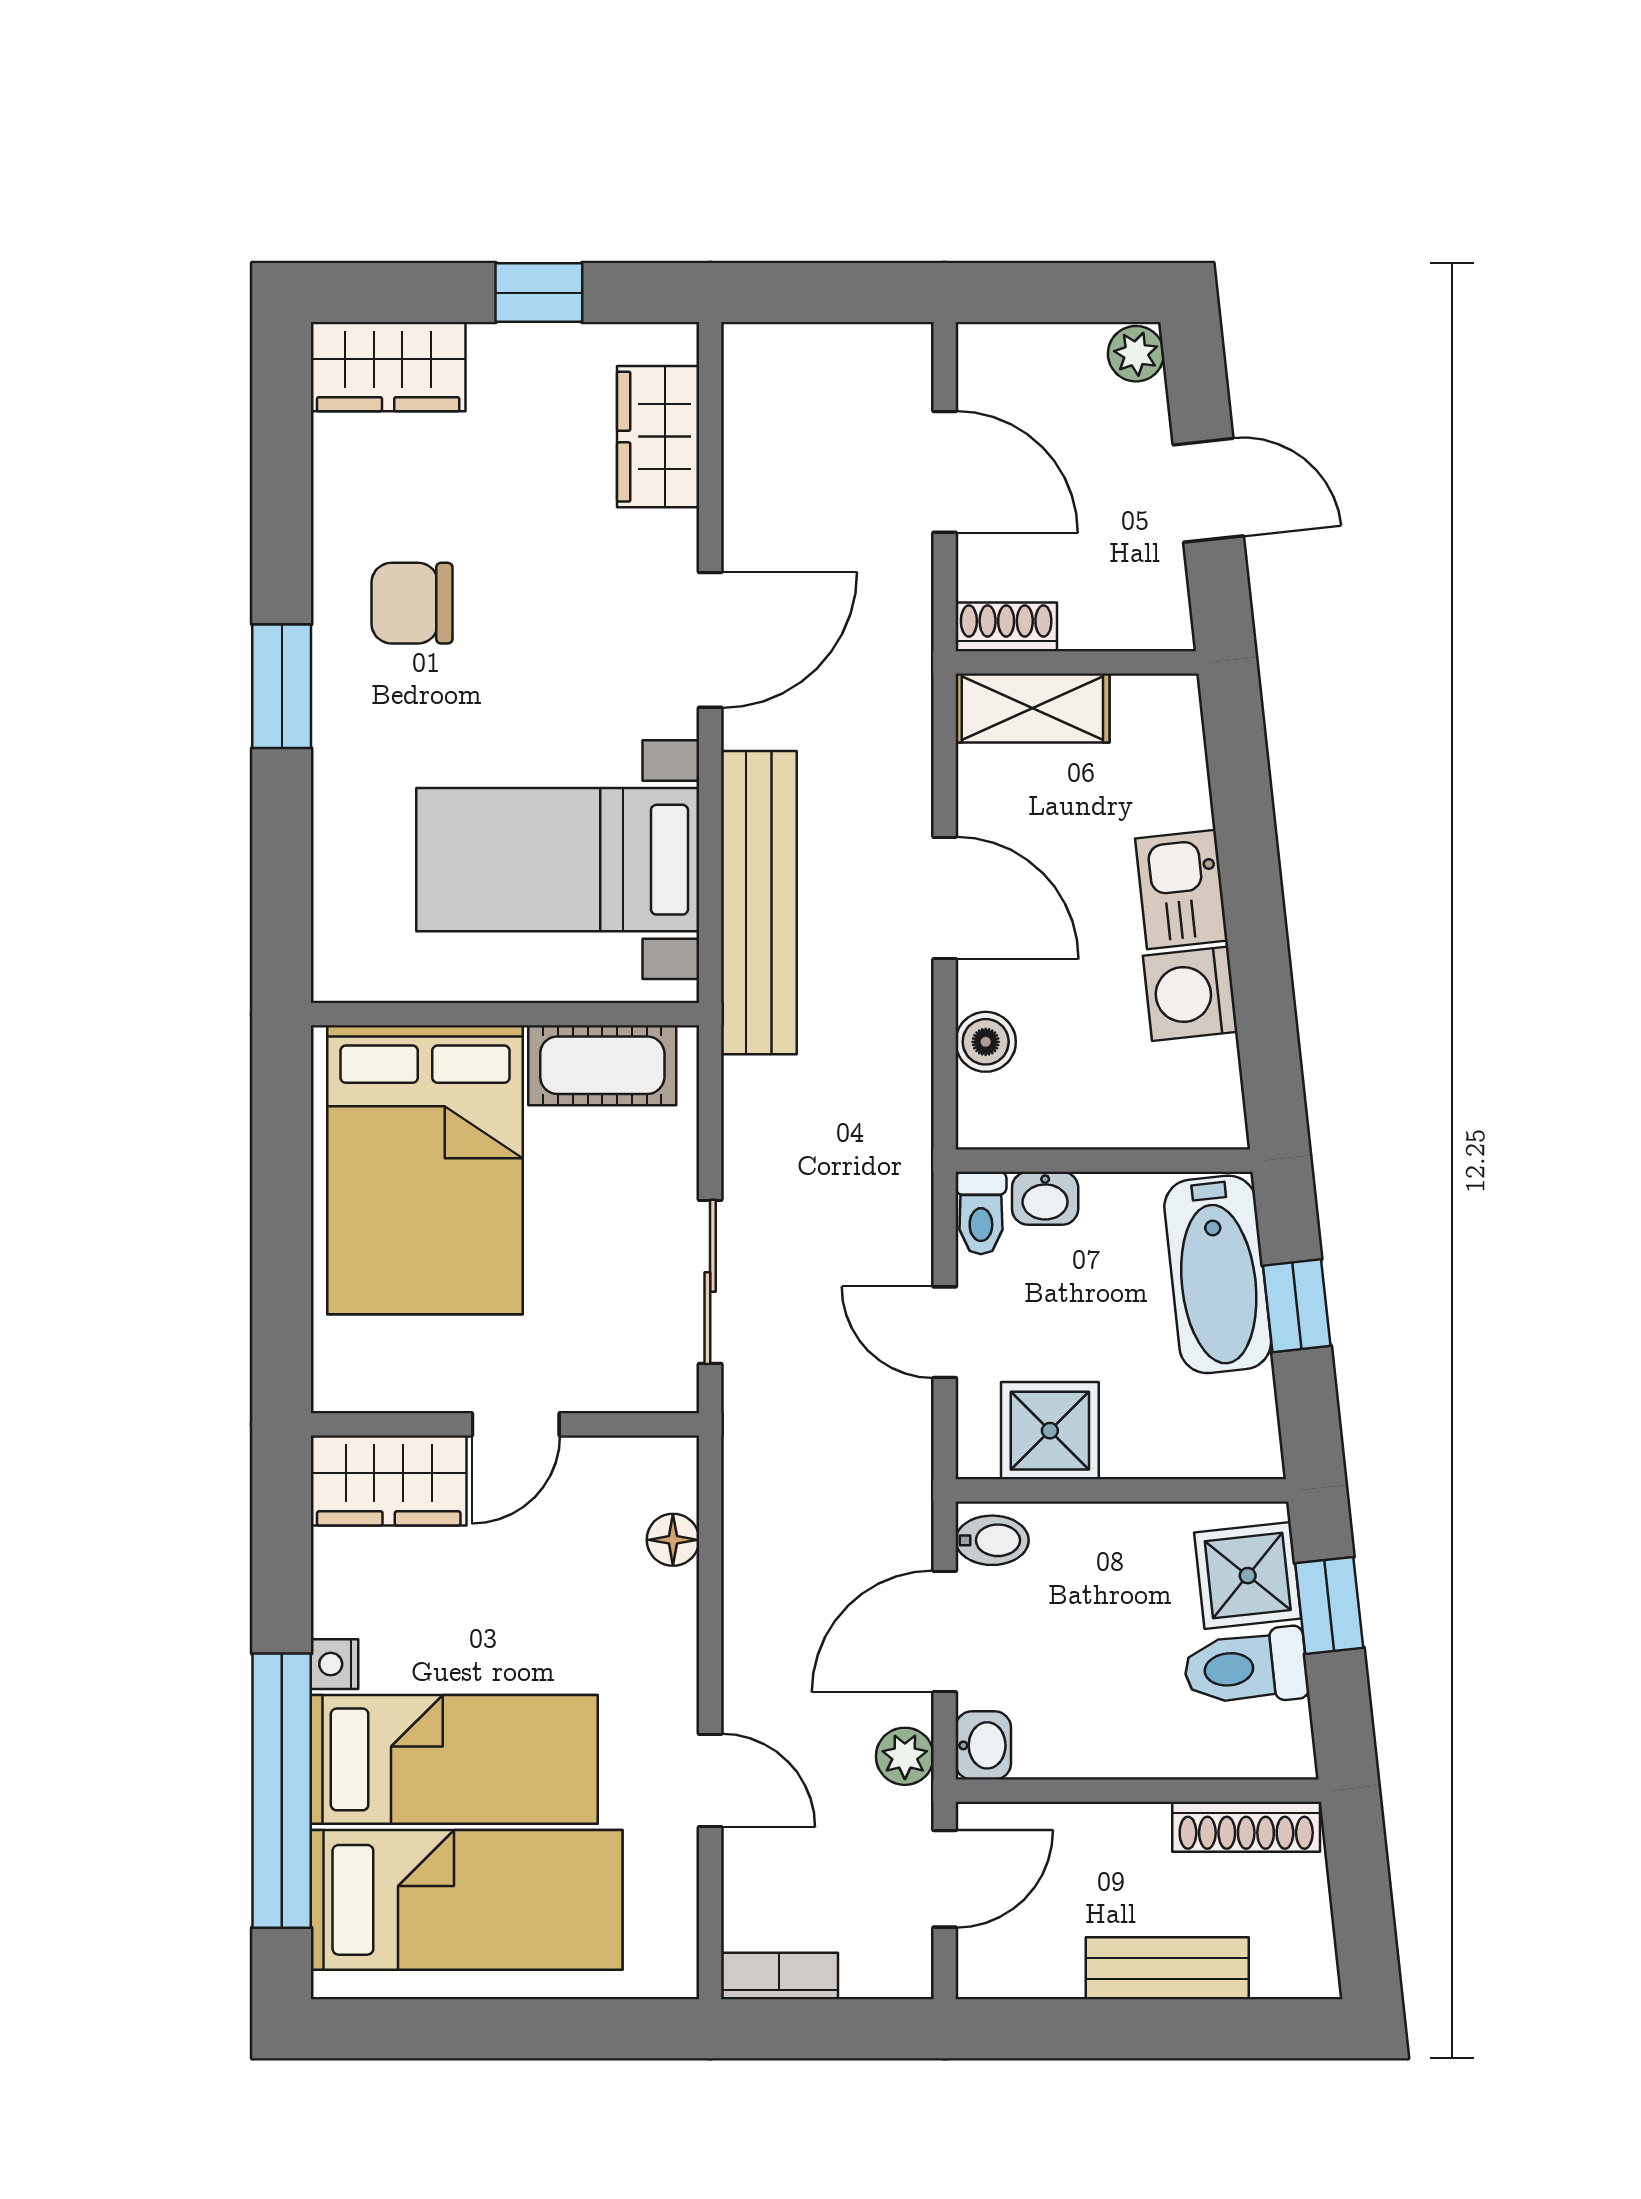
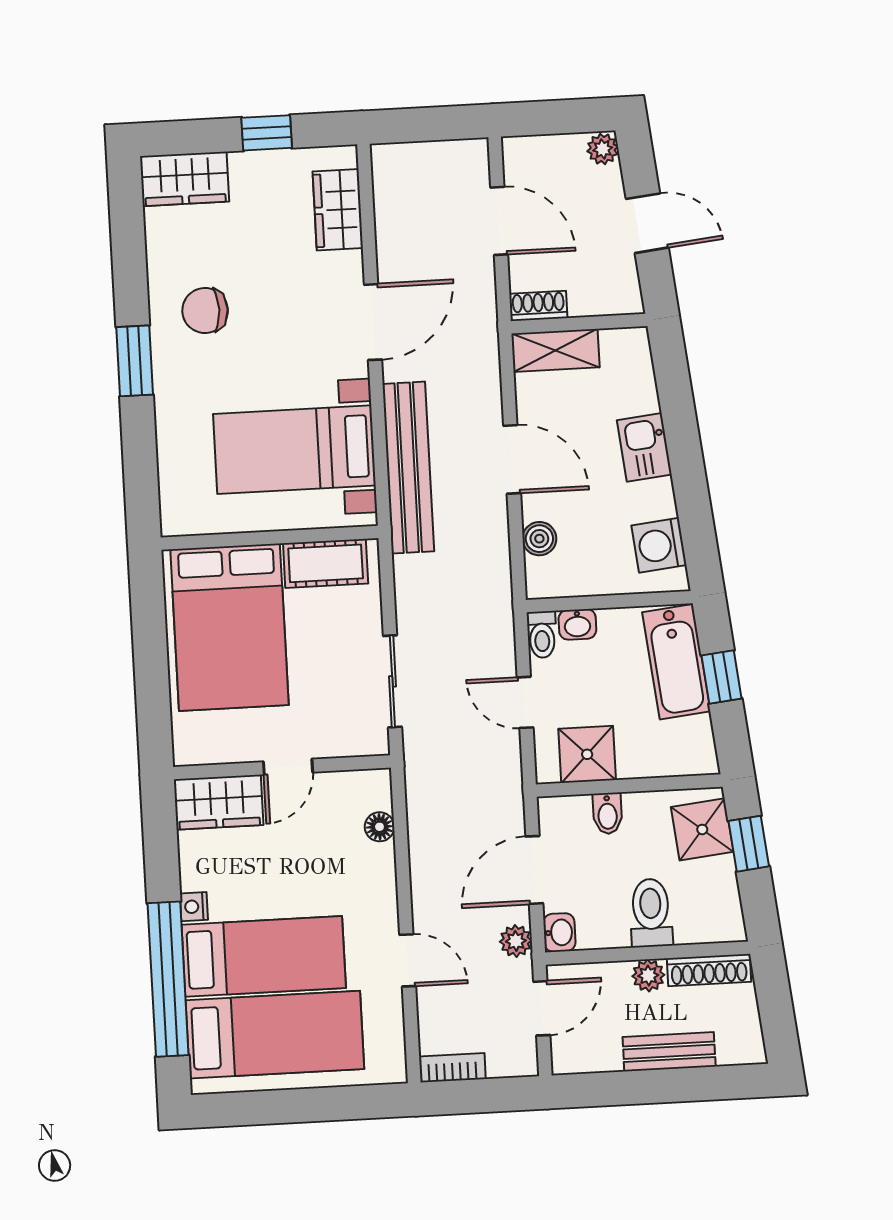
washing machine: (1190, 994) -> (659, 545), moved
bidet: (992, 1540) -> (607, 813), moved, turned 90
toilet: (1246, 1667) -> (651, 913), moved, turned 96
plant: (1138, 1831) -> (648, 975), added

